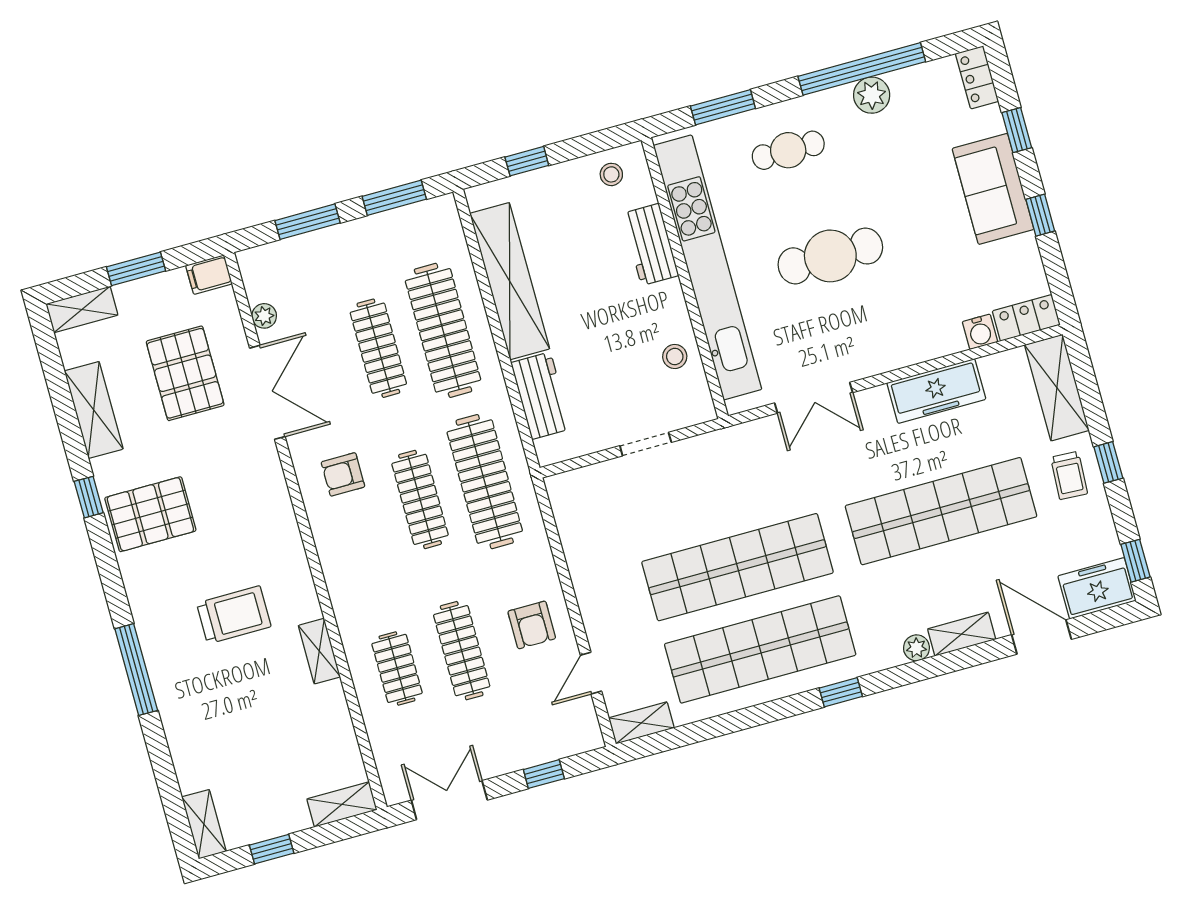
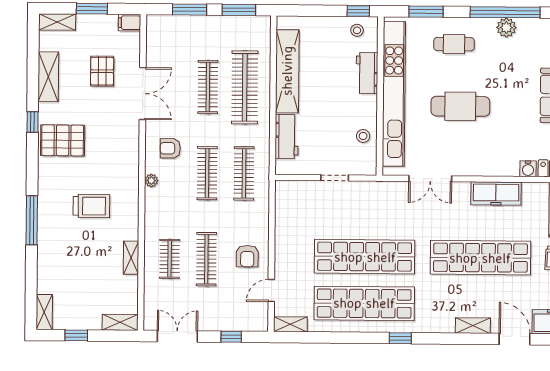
window: (527, 161) -> (358, 11), moved
plant: (264, 316) -> (151, 181), moved
pallet: (185, 373) -> (102, 71), width x0.67, depth x0.71
clothes rail: (485, 482) -> (244, 173), width x0.73, depth x0.76
plant: (916, 648) -> (447, 326), removed
shelving: (319, 651) -> (131, 258), moved

